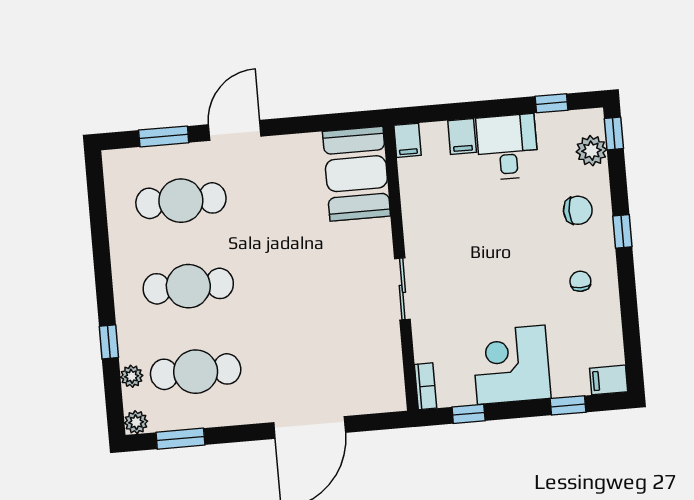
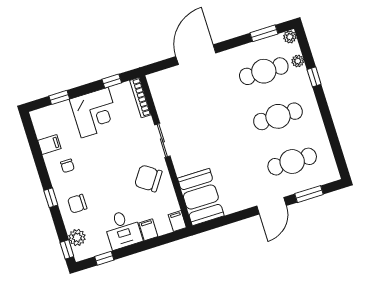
chair: (442, 227) -> (148, 178), added
filing cabinet: (609, 380) -> (49, 145), moved
bookcase: (425, 386) -> (140, 98), width x1.56

